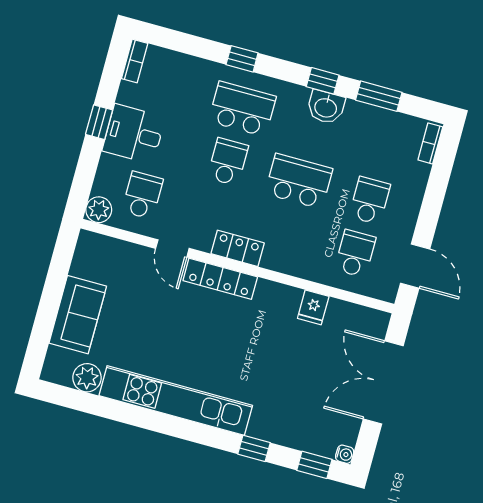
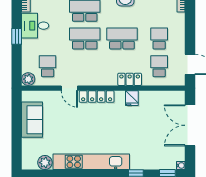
desk: (134, 134) -> (35, 26), moved
school desk: (228, 162) -> (85, 38), width x1.85
locker: (238, 248) -> (130, 79), moved
fridge: (313, 307) -> (132, 98), moved
sofa: (78, 315) -> (32, 120), moved

